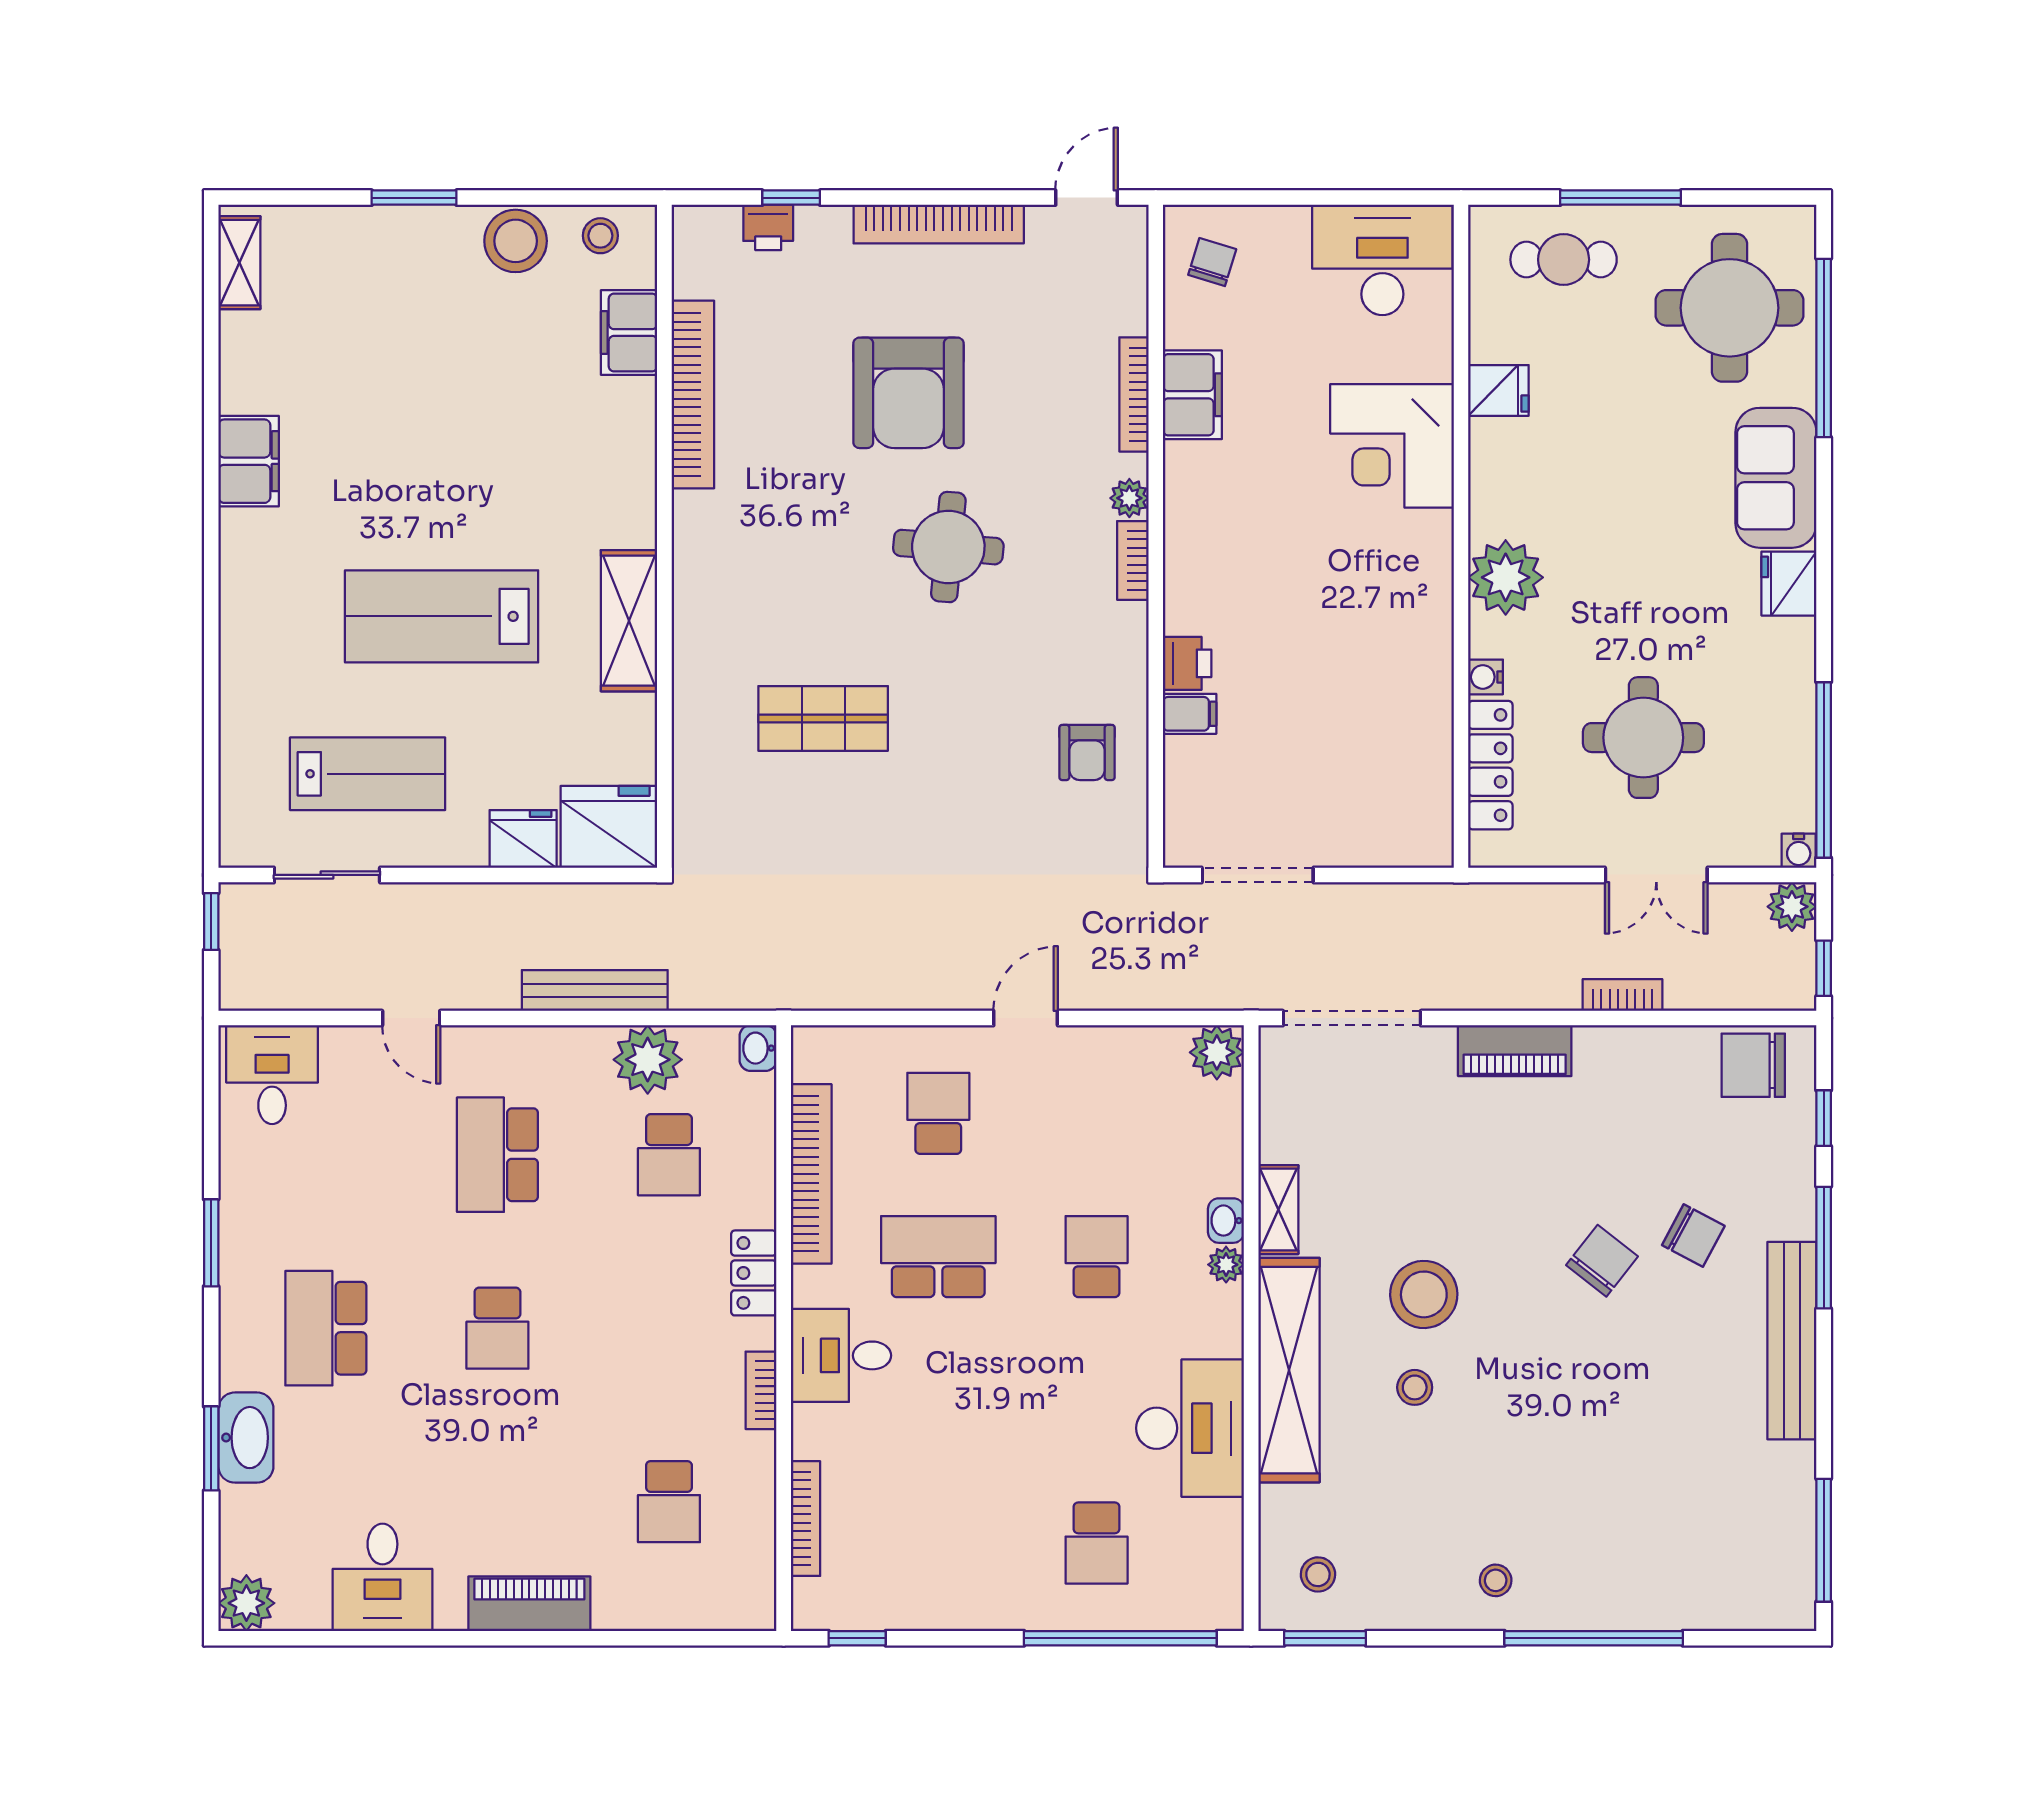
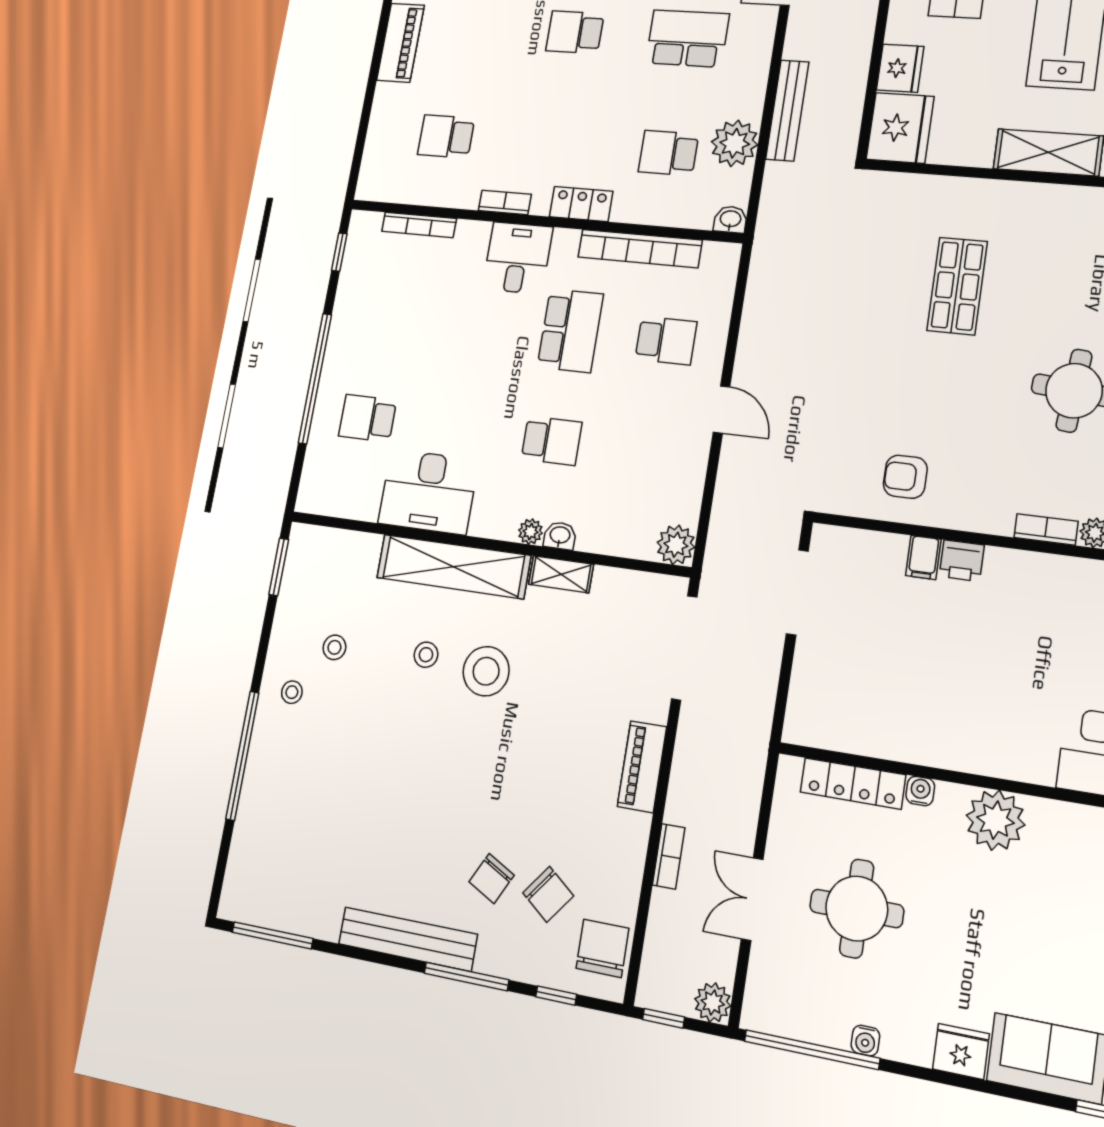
water cooler: (1799, 851) -> (865, 1040), moved, turned -90
chair: (1602, 1261) -> (548, 894), moved
stool: (1318, 1574) -> (334, 647), moved
window: (1120, 1638) -> (315, 379), moved

